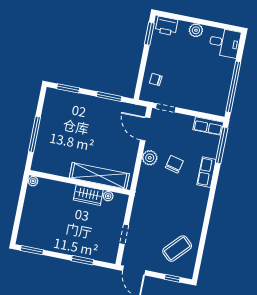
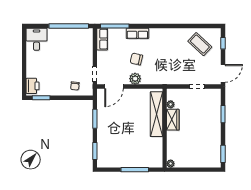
plant: (196, 30) -> (31, 63), removed

